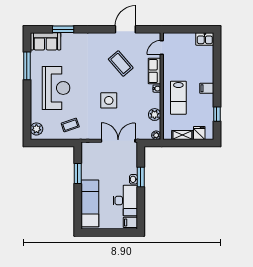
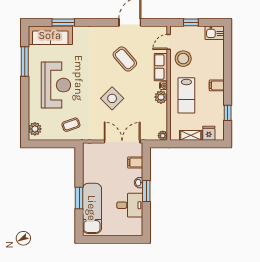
window: (183, 29) -> (191, 22), added
sofa: (45, 41) -> (50, 35), width x1.36
stool: (175, 63) -> (183, 59), added
side table: (109, 100) -> (112, 98), turned 45
plant: (155, 115) -> (161, 97), moved
window: (78, 173) -> (79, 198), moved
window: (141, 177) -> (146, 191), moved
desk: (125, 200) -> (130, 205), width x0.73
filing cabinet: (130, 222) -> (135, 163), moved

